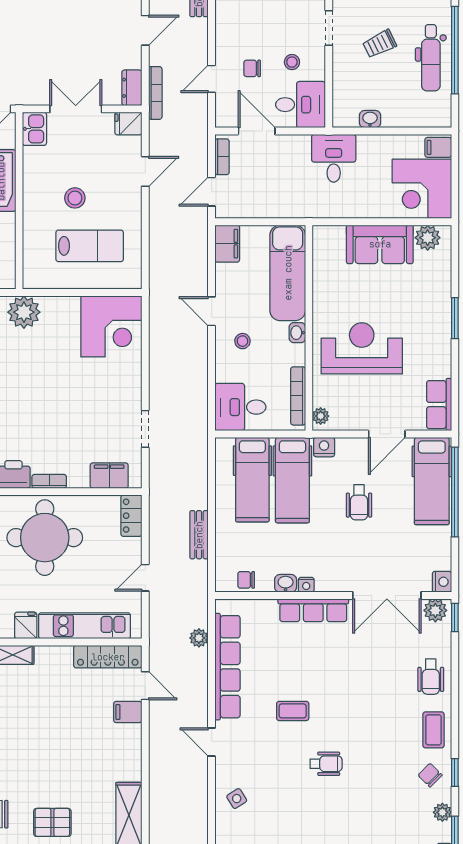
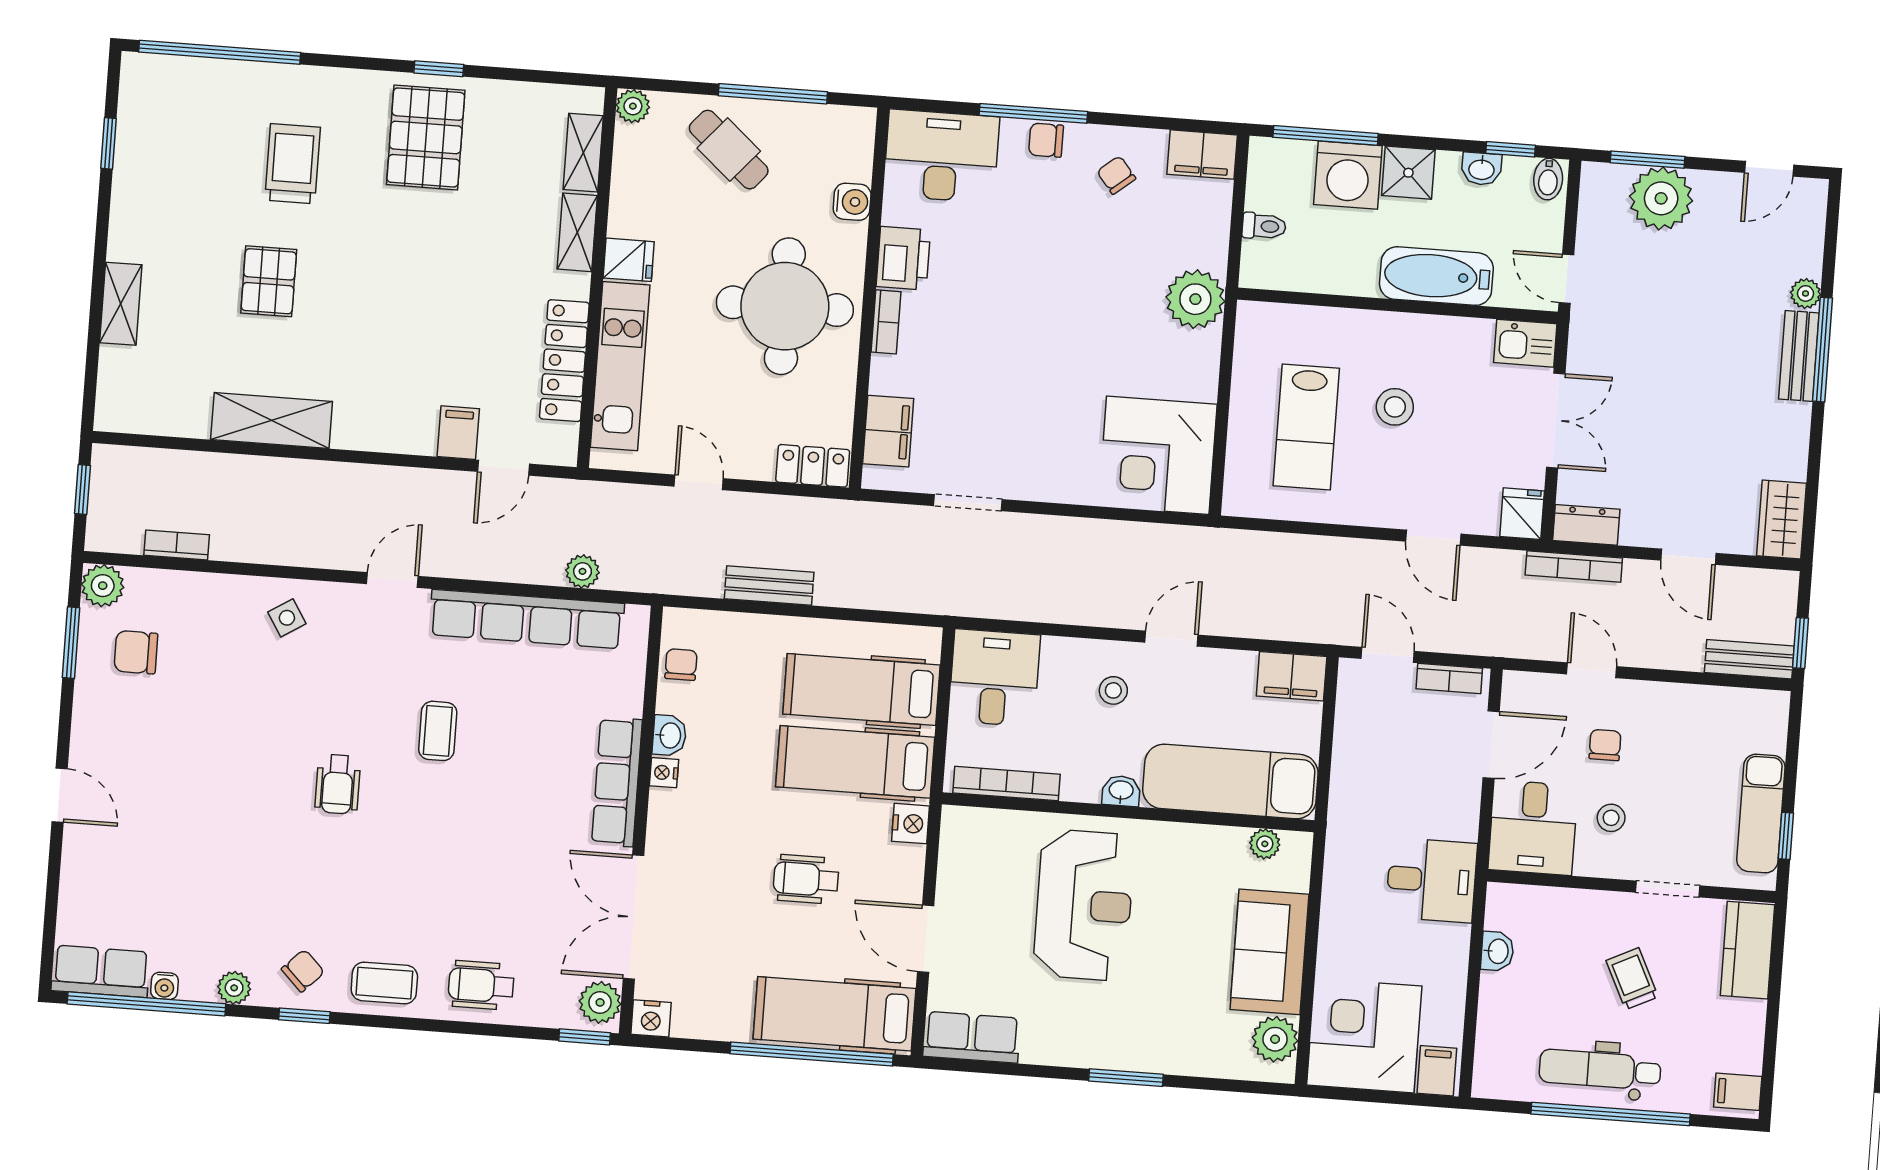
plant: (321, 416) -> (1265, 844), moved
locker: (108, 657) -> (564, 361), moved

